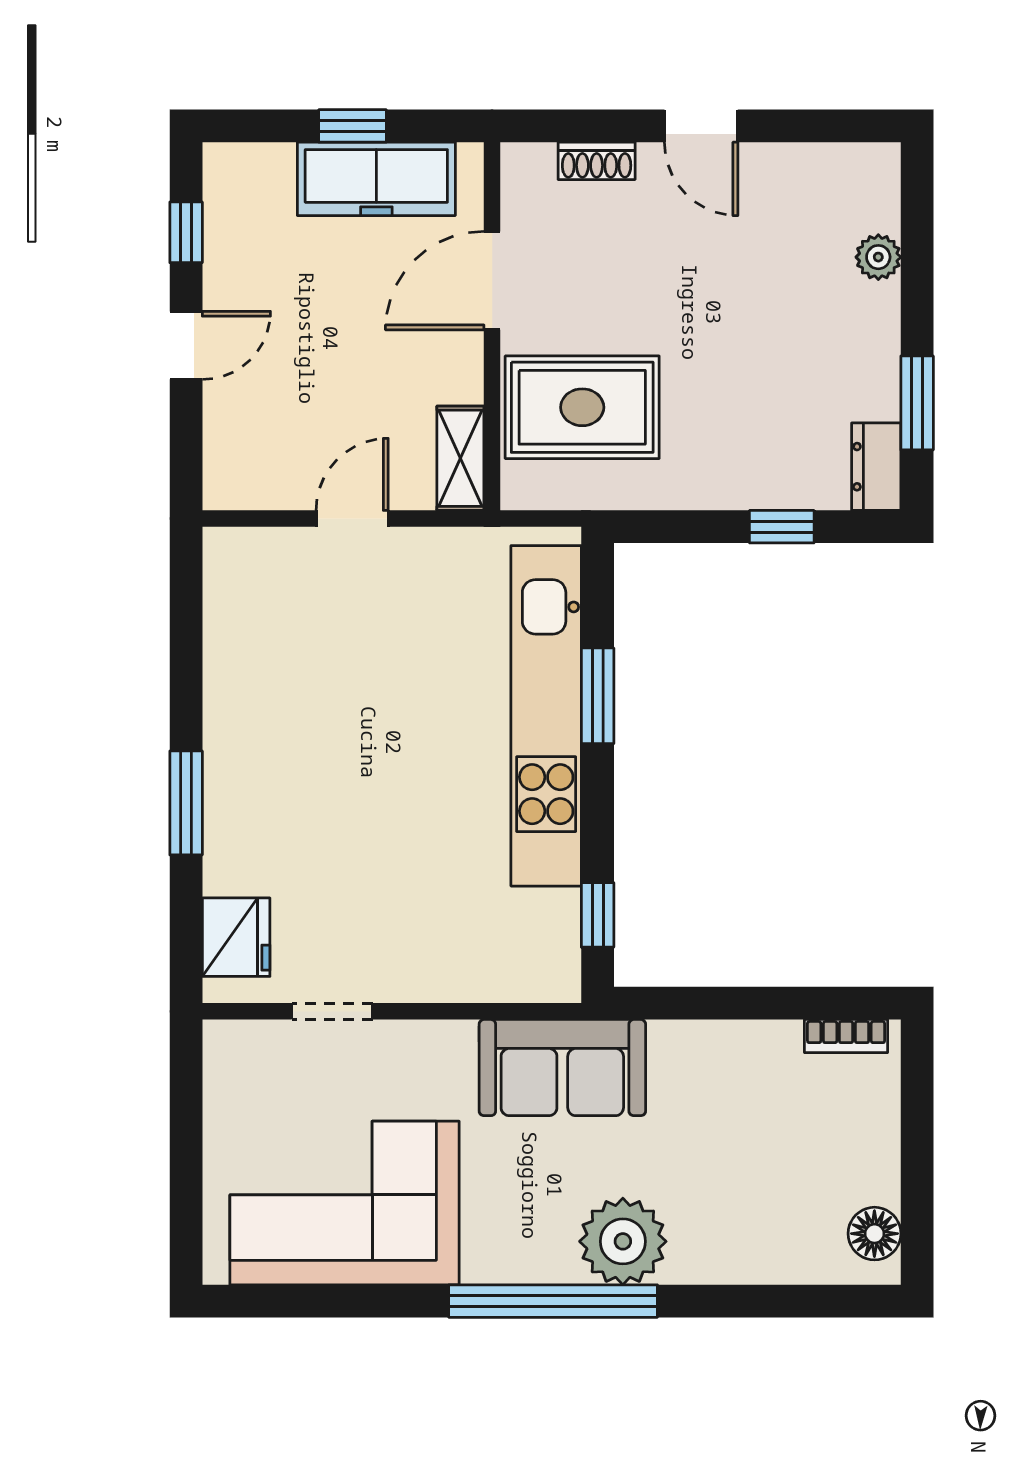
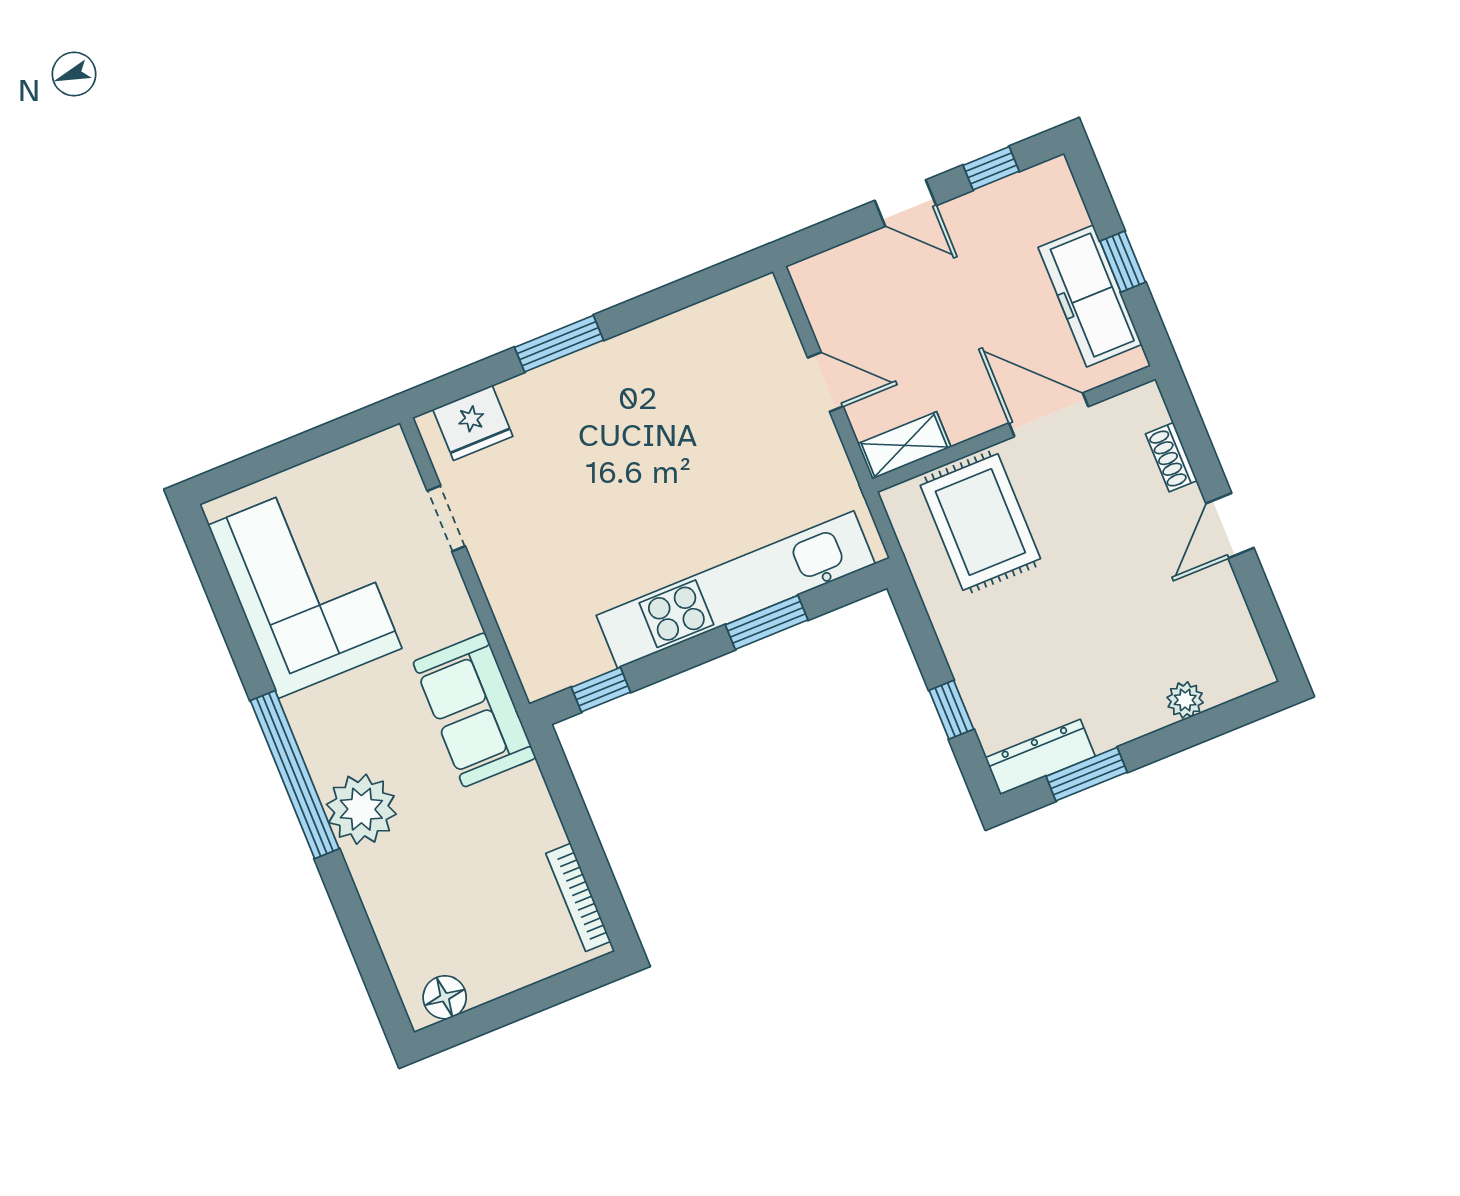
dresser: (876, 467) -> (1040, 757), width x1.44
bookcase: (846, 1036) -> (578, 897), width x1.56

